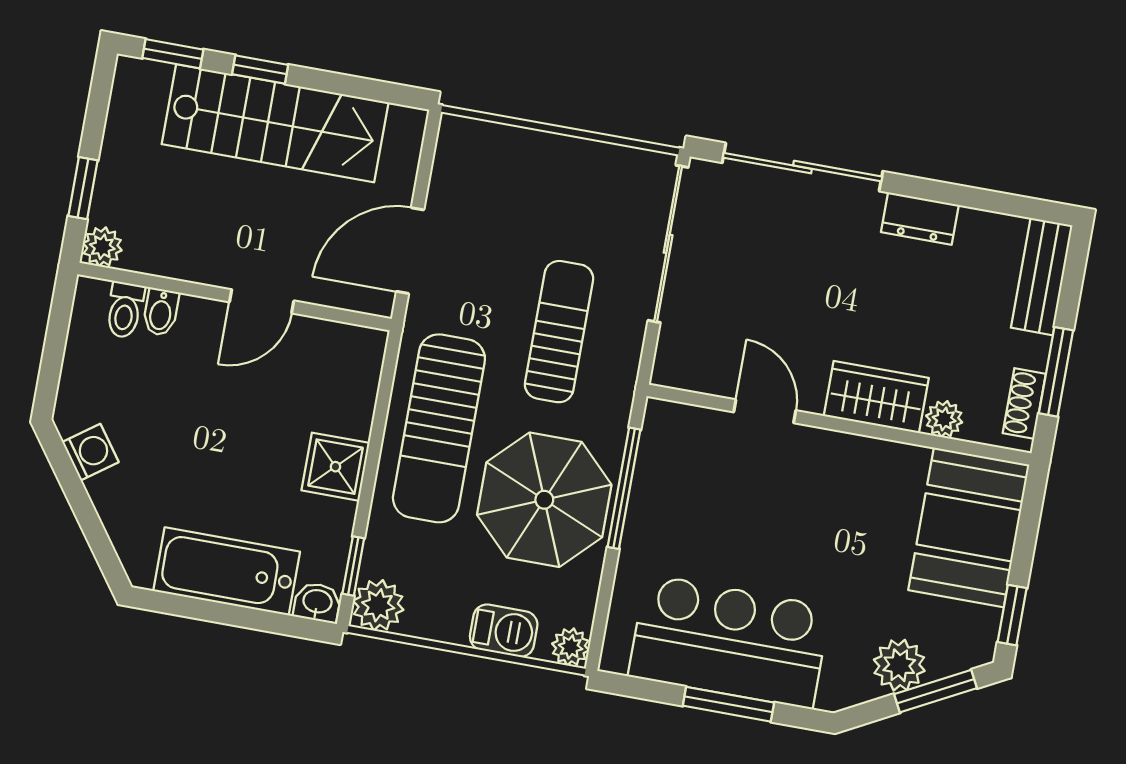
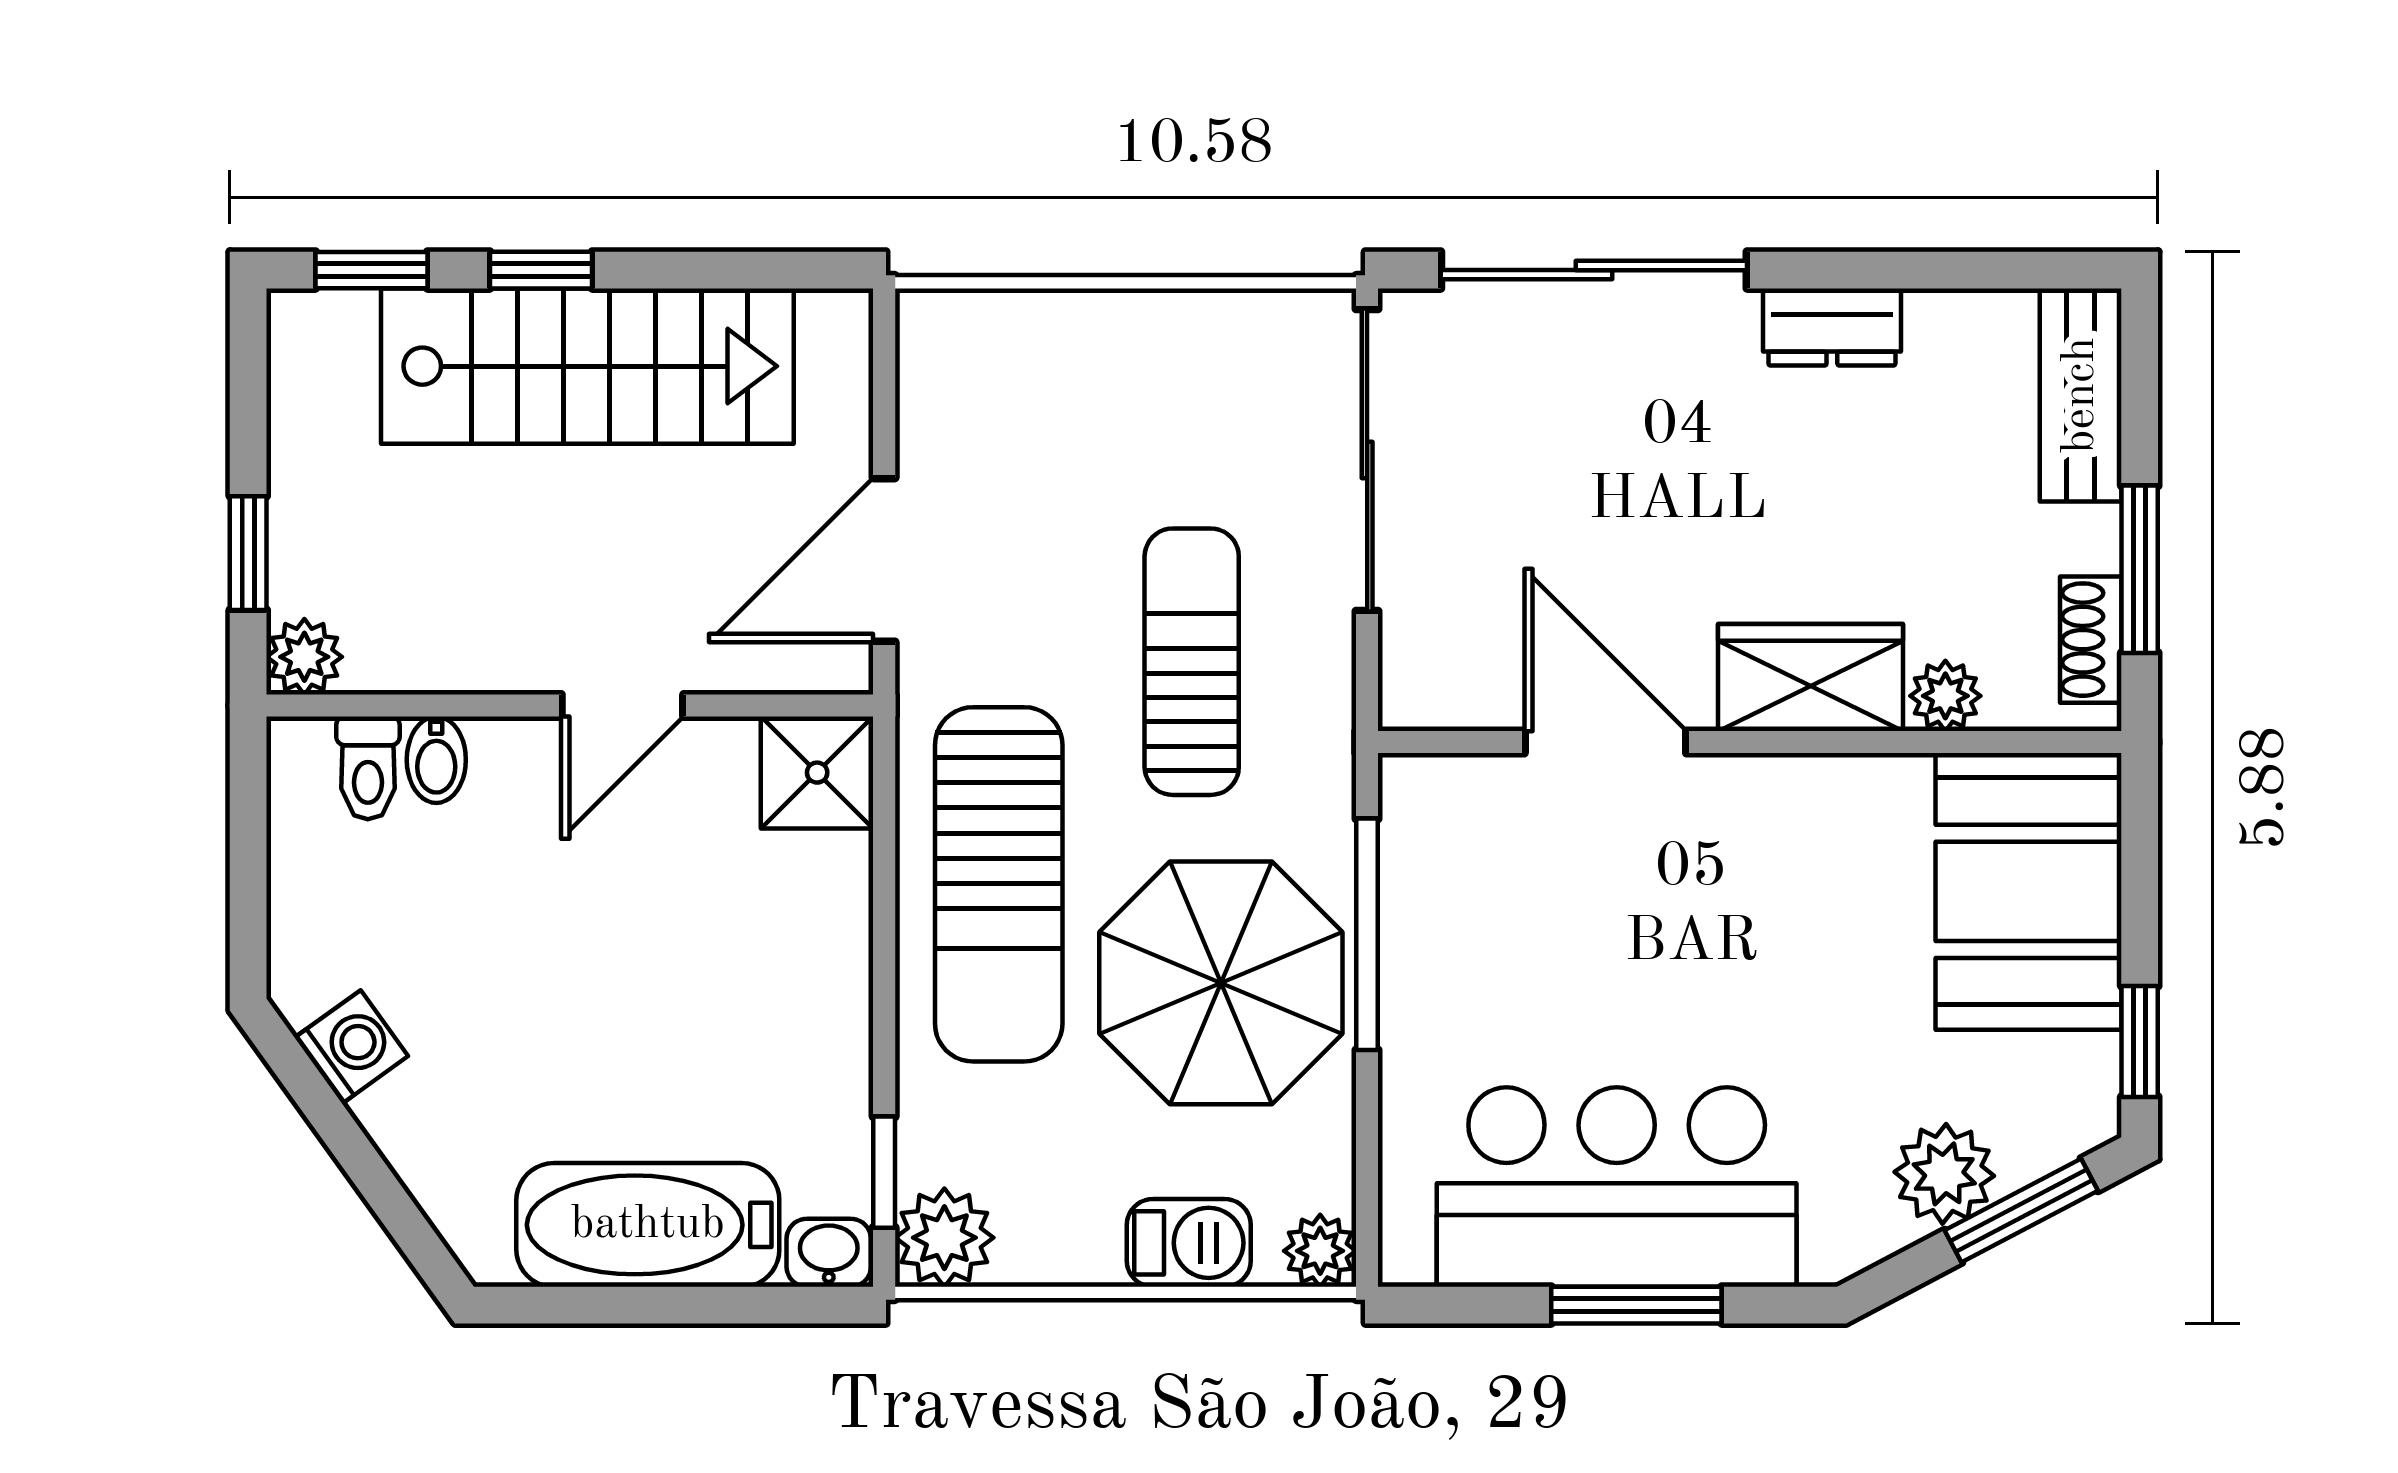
door: (765, 411) -> (1605, 742), width x1.37
shower: (335, 467) -> (817, 773), moved

